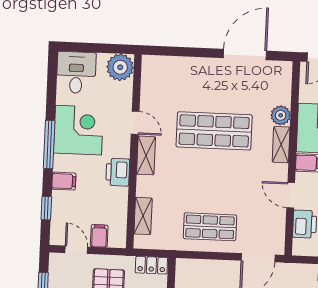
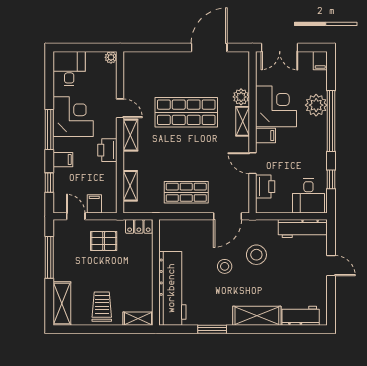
plant: (120, 67) -> (111, 57), width x0.53, depth x0.53

